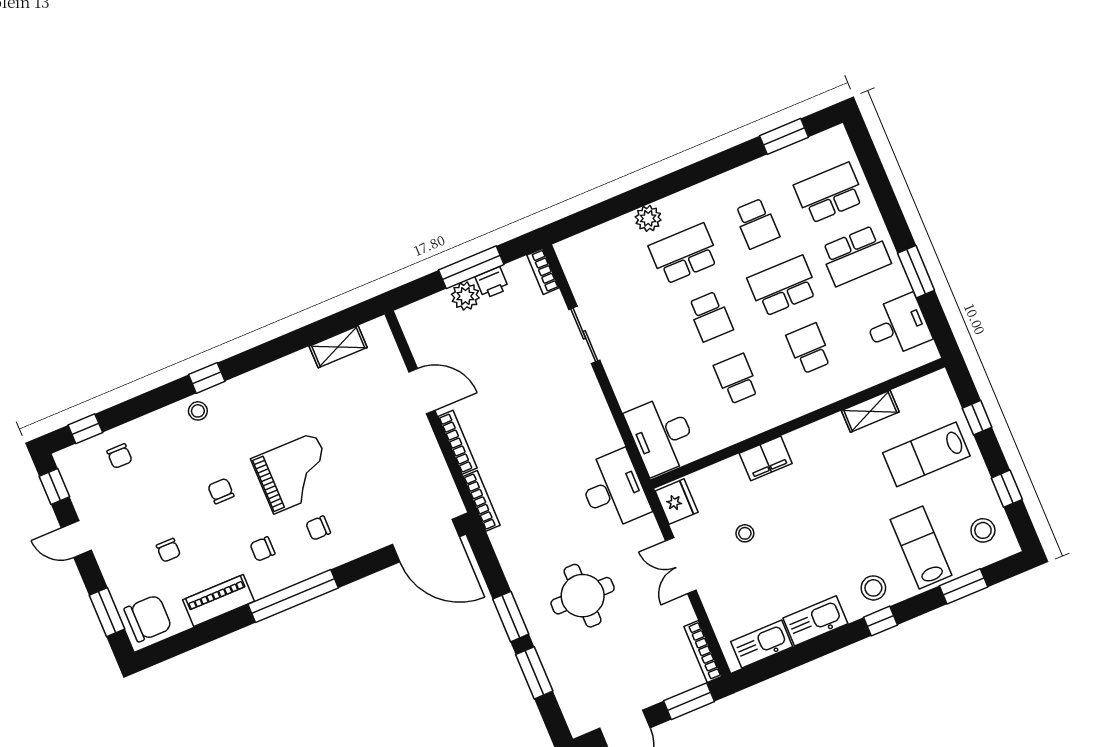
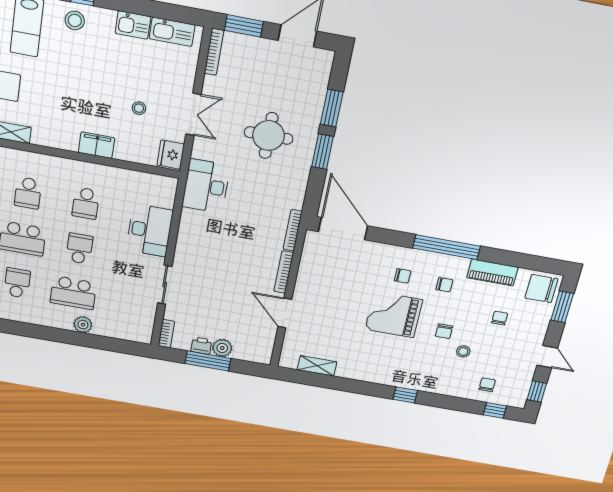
stool: (198, 411) -> (463, 351), moved
desk: (662, 435) -> (149, 230), moved
kitchen sink: (815, 621) -> (133, 25), width x0.73

